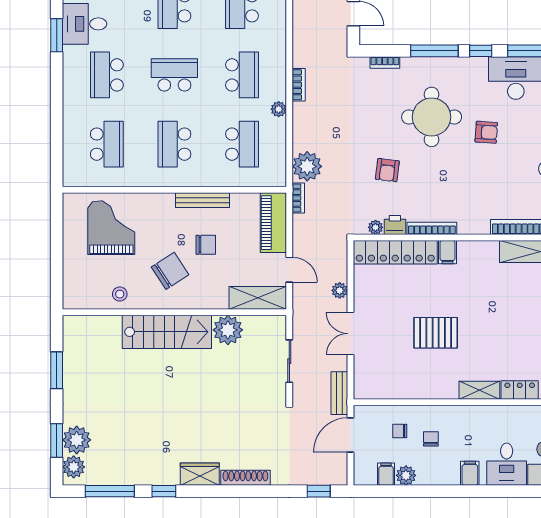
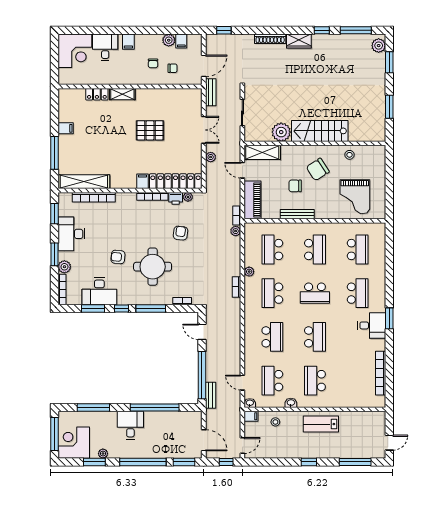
school desk: (107, 144) -> (358, 250), turned 180
plant: (307, 166) -> (236, 231), width x0.53, depth x0.53
plant: (77, 440) -> (377, 63), removed

